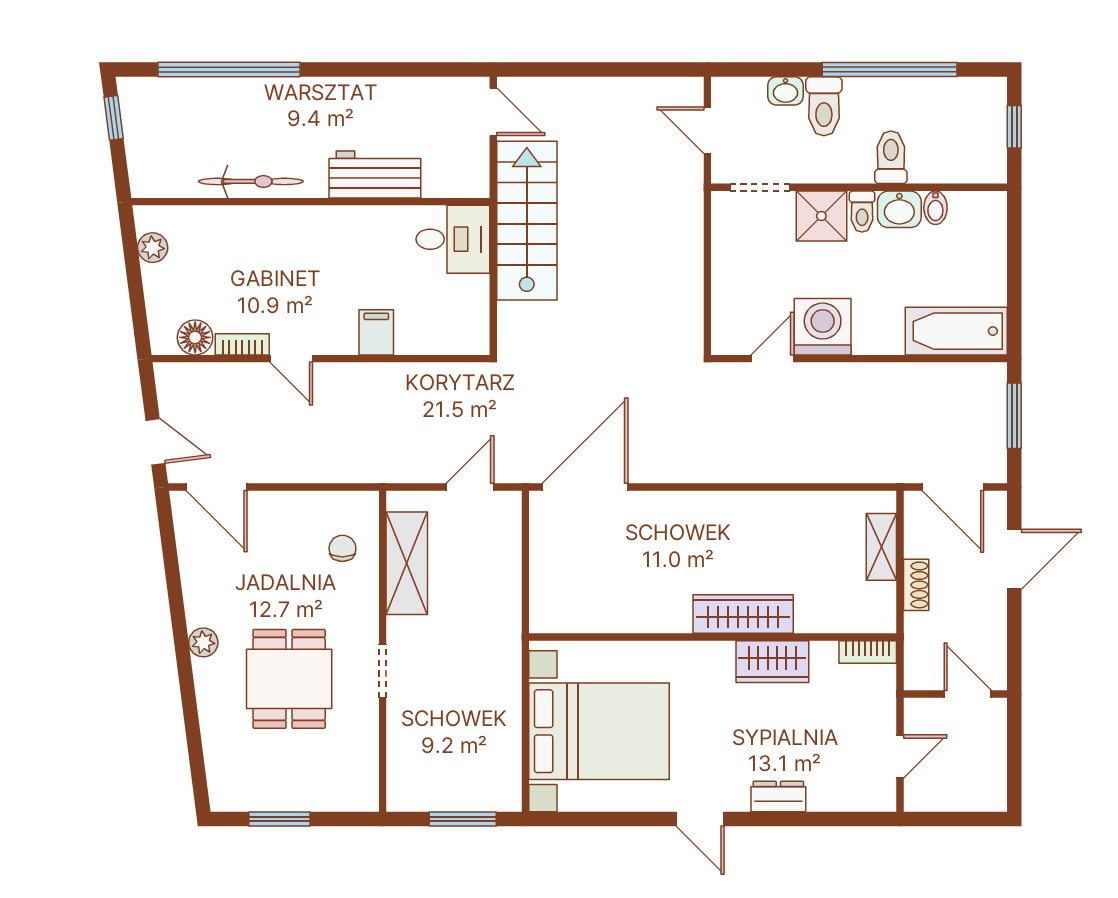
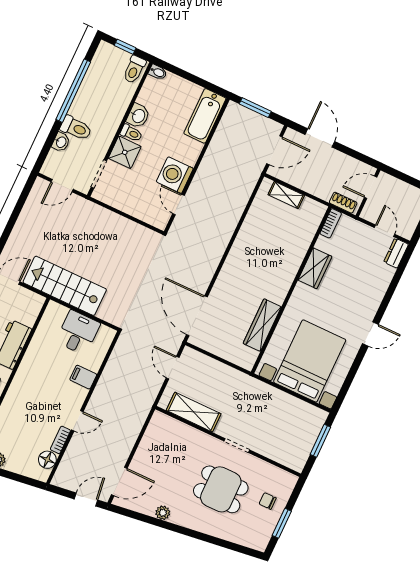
toilet: (891, 157) -> (134, 69), moved, turned -90
bidet: (935, 208) -> (158, 72), moved
desk: (453, 239) -> (78, 333), moved
chair: (342, 548) -> (268, 501), moved
shoe rack: (916, 585) -> (343, 203), moved
wardrobe: (743, 614) -> (262, 325), moved
plant: (203, 642) -> (163, 513), moved
dresser: (778, 797) -> (396, 253), moved

